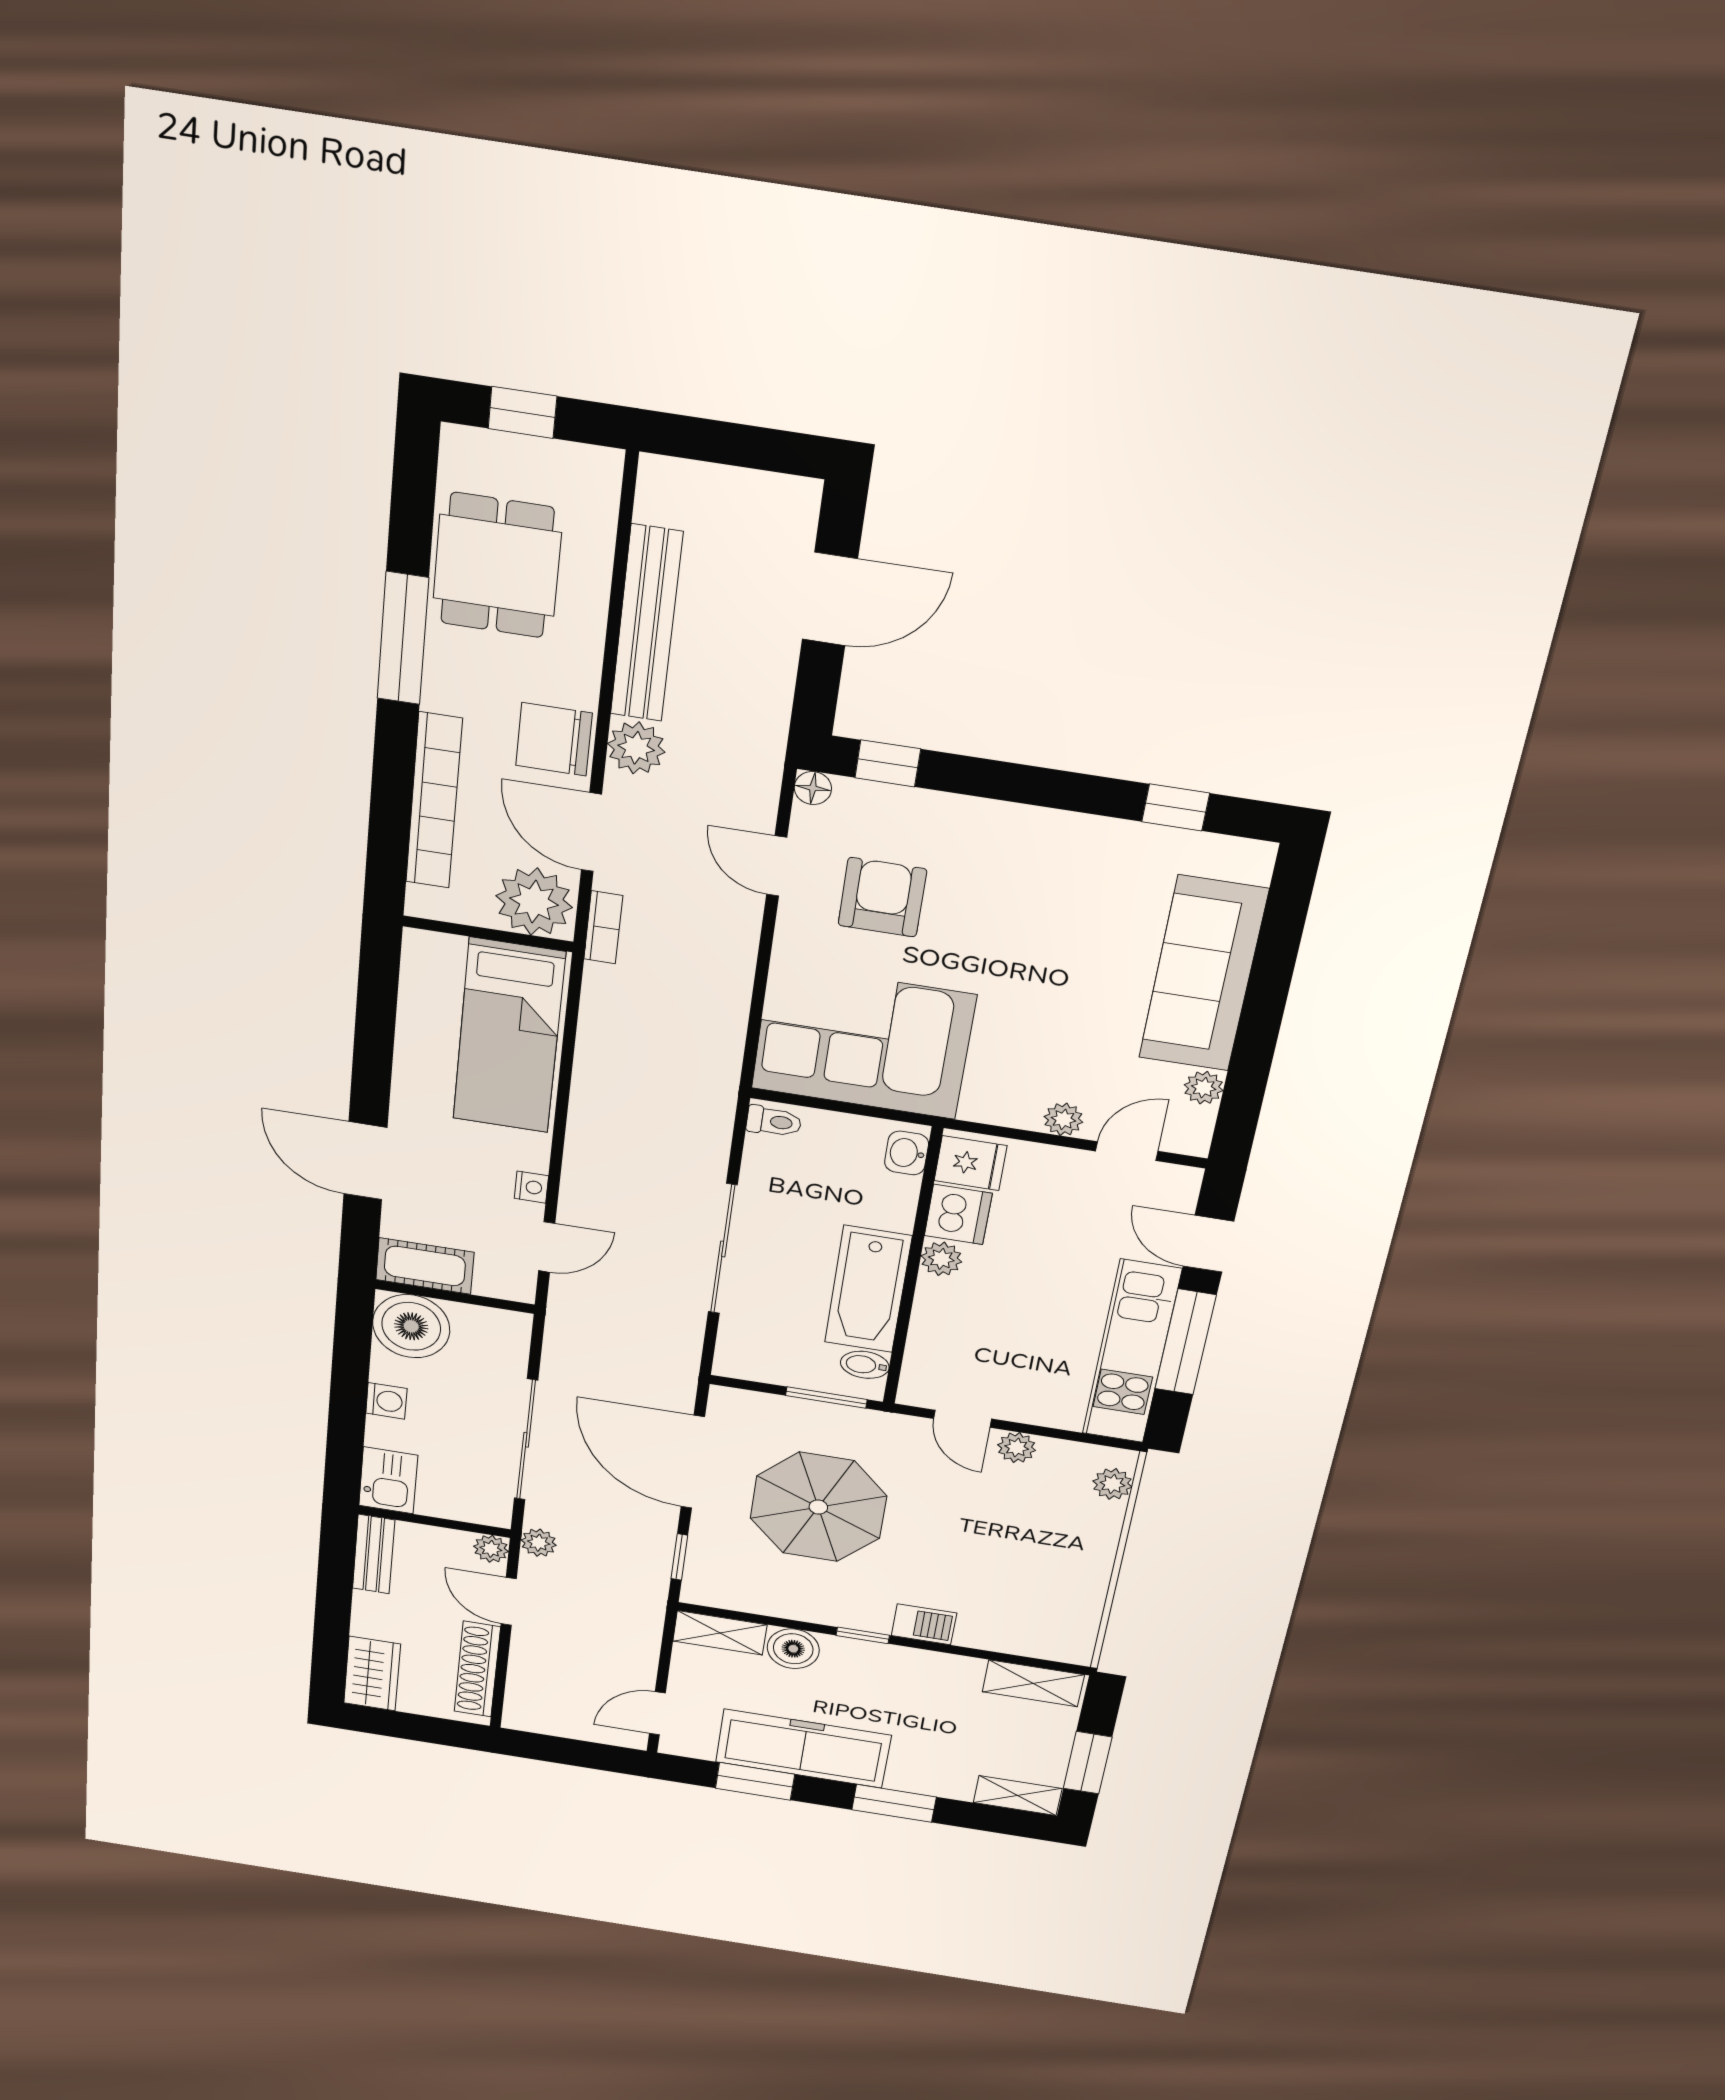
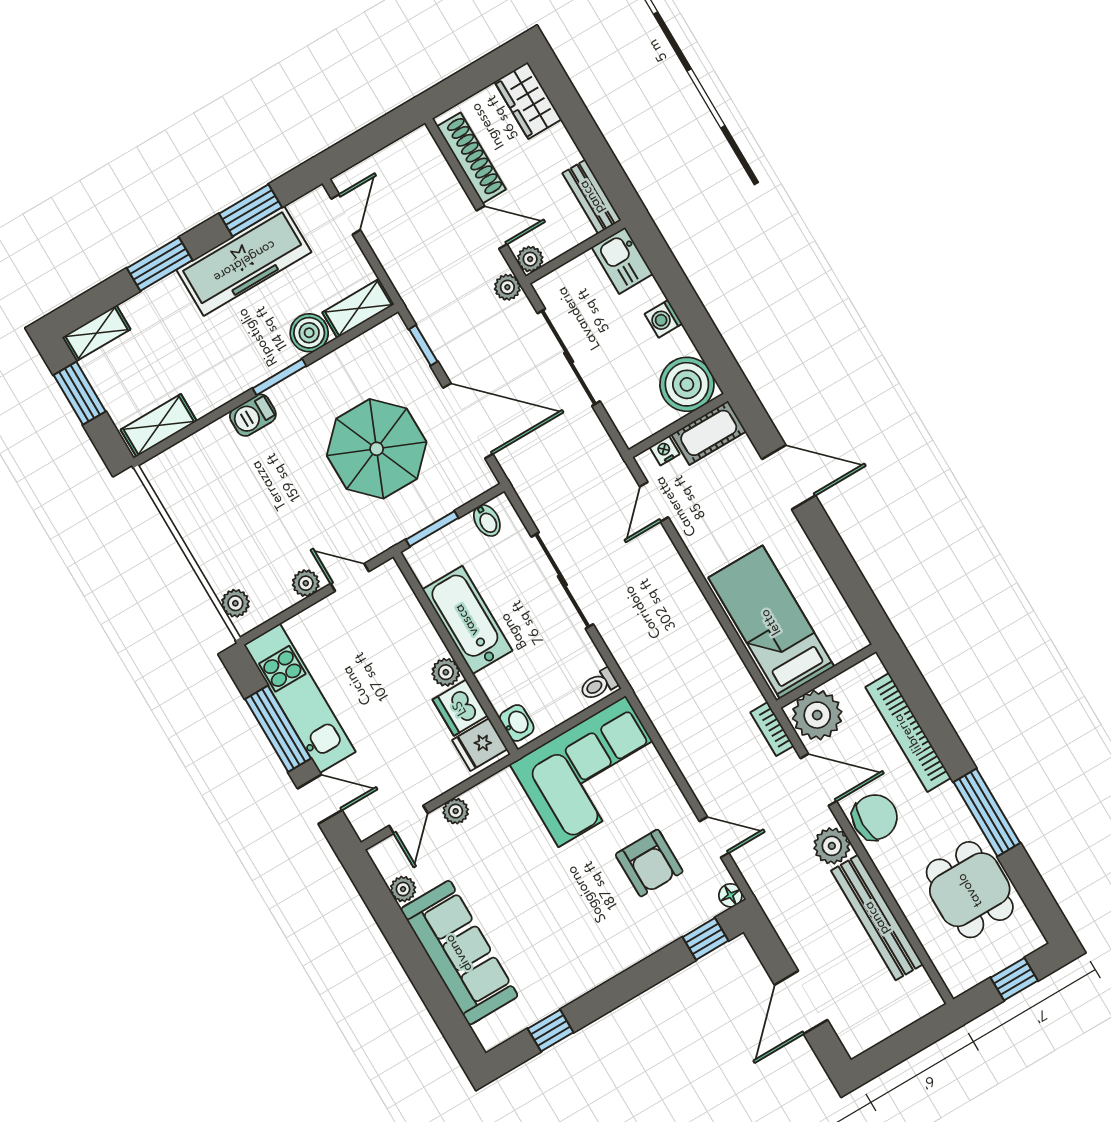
nightstand: (531, 1187) -> (665, 451), moved, turned 90
bidet: (865, 1365) -> (487, 520), moved, turned 90
window: (863, 1635) -> (279, 377), width x1.50

